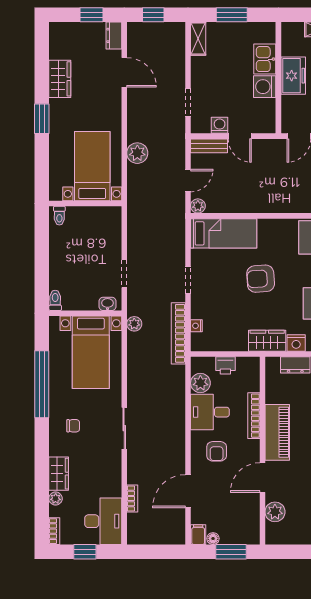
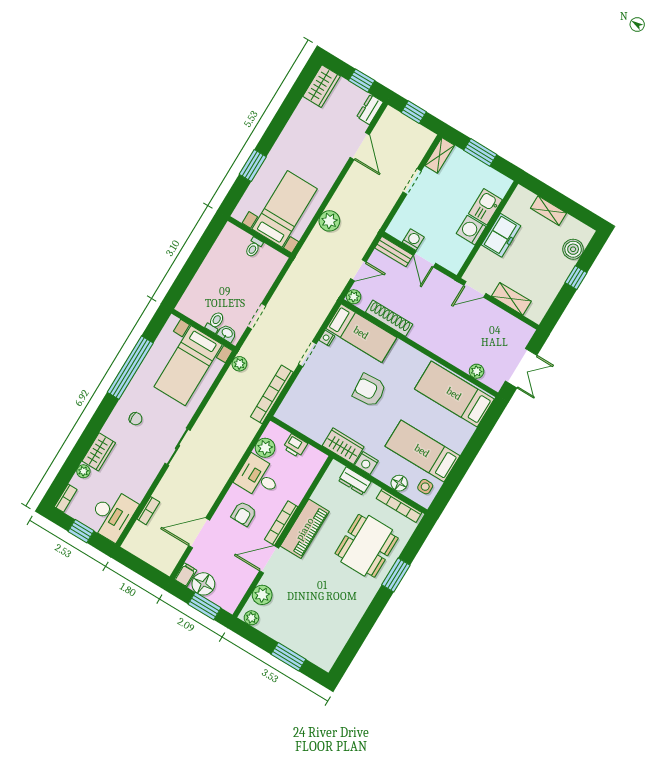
wardrobe: (60, 79) -> (322, 86), moved
doorway: (188, 103) -> (412, 181), moved
window: (42, 119) -> (253, 165), moved
shoe rack: (240, 206) -> (389, 318), added
toilet: (59, 216) -> (254, 247), moved
toilet: (55, 300) -> (215, 322), moved
nightstand: (196, 326) -> (327, 338), moved
bookcase: (254, 416) -> (281, 523), moved
plant: (278, 537) -> (251, 618), added
floor lamp: (213, 539) -> (203, 584), width x1.89, depth x1.89

